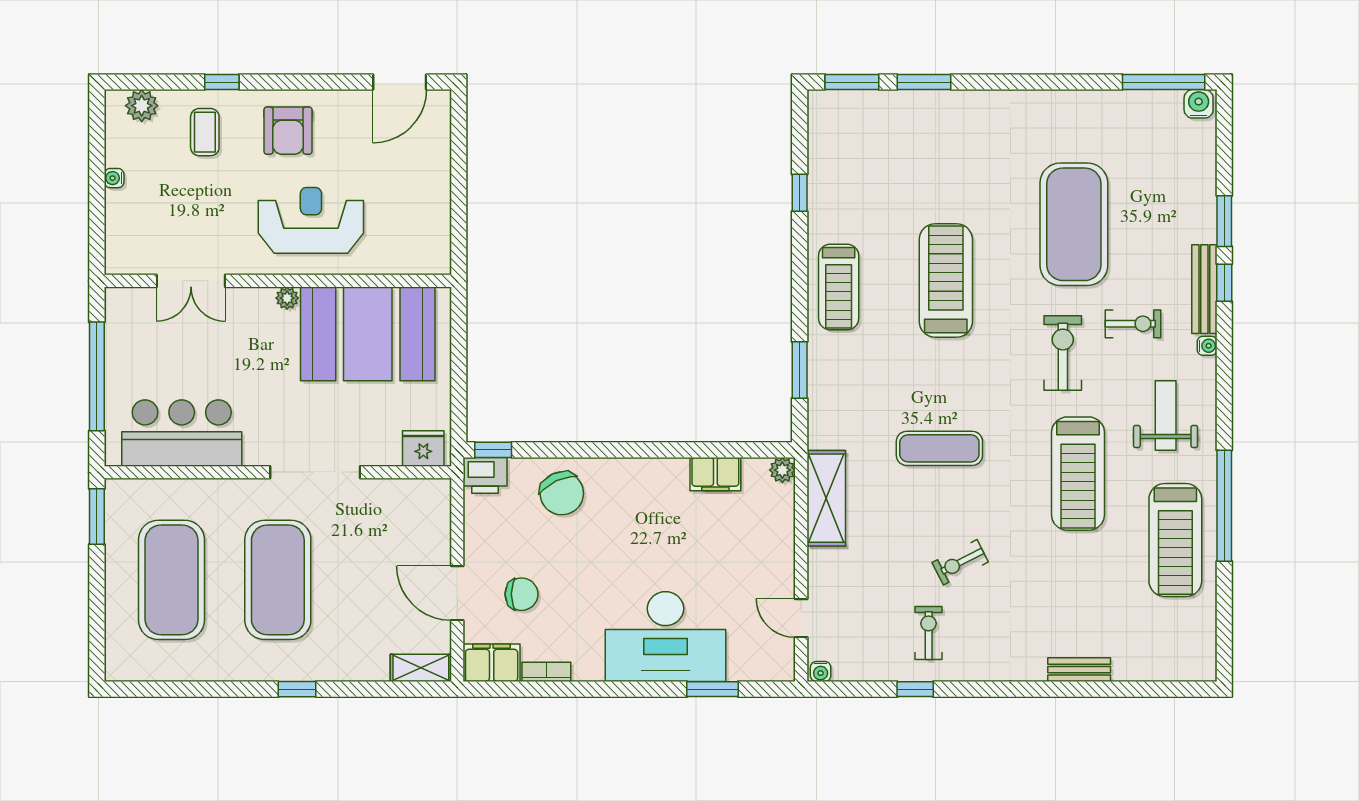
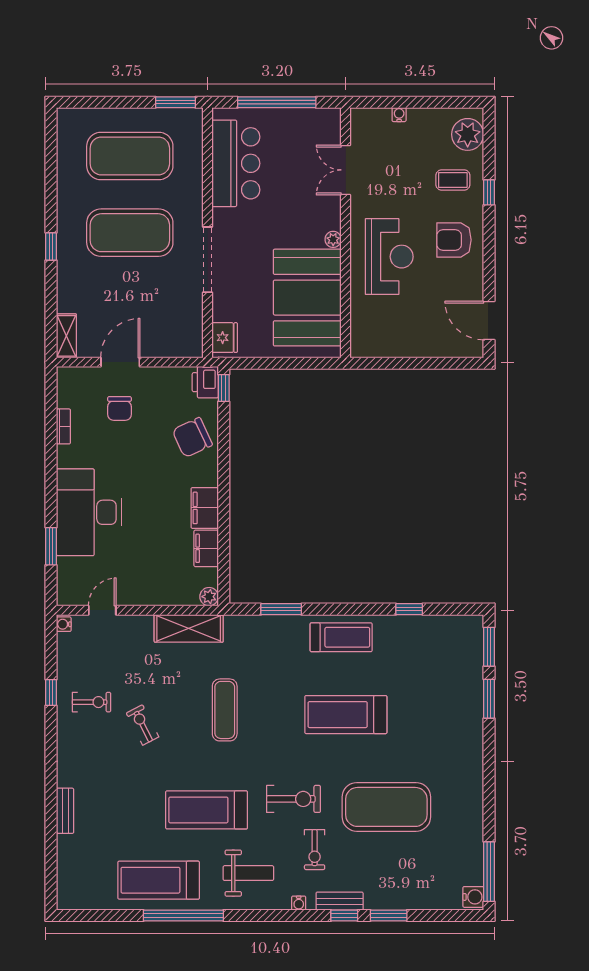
plant: (142, 106) -> (468, 134), width x1.36, depth x1.36
water cooler: (114, 178) -> (399, 115), moved
treadmill: (946, 280) -> (346, 715), turned 180
treadmill: (839, 287) -> (341, 637), turned 180
bench: (1204, 289) -> (340, 901), width x0.73
filing cabinet: (492, 663) -> (205, 508), moved, turned 180

